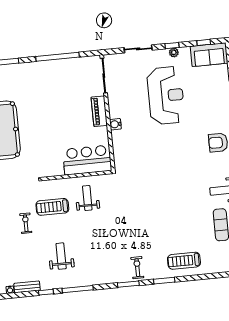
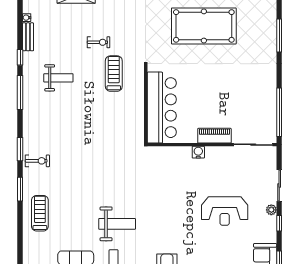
plant: (174, 52) -> (271, 210), moved
window: (58, 57) -> (279, 112), moved
reception desk: (166, 95) -> (225, 211), width x0.74, depth x0.77
bar counter: (87, 160) -> (162, 108), width x1.36
weight bench: (87, 198) -> (117, 224), moved, width x1.36, depth x1.33

